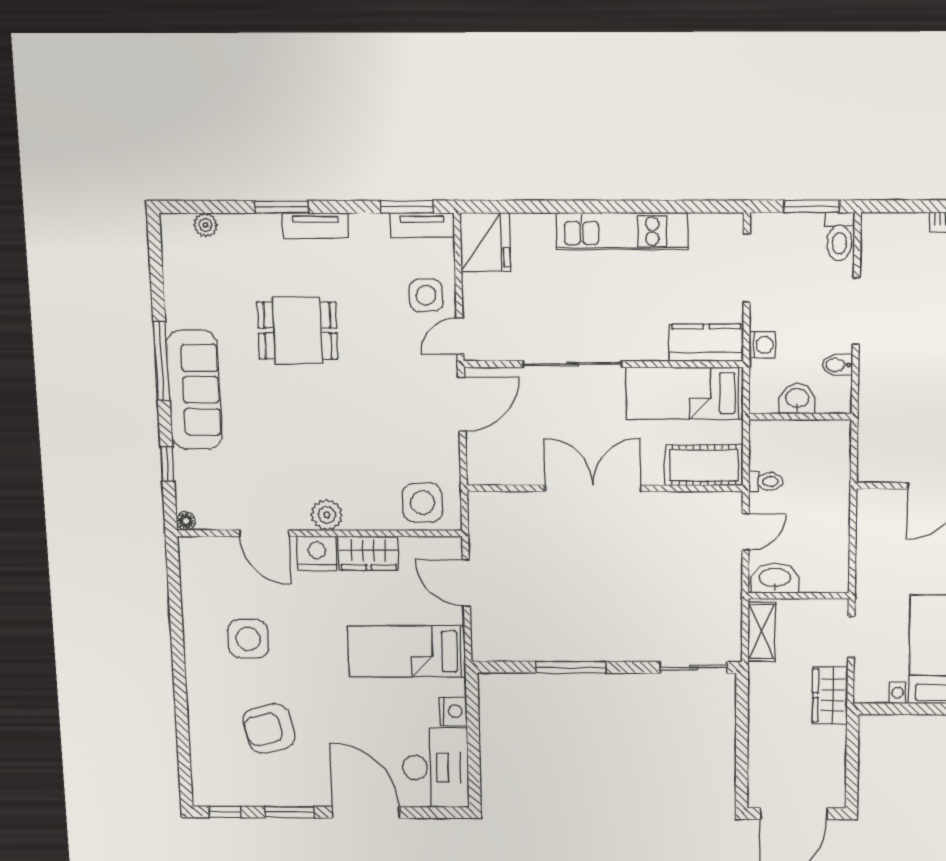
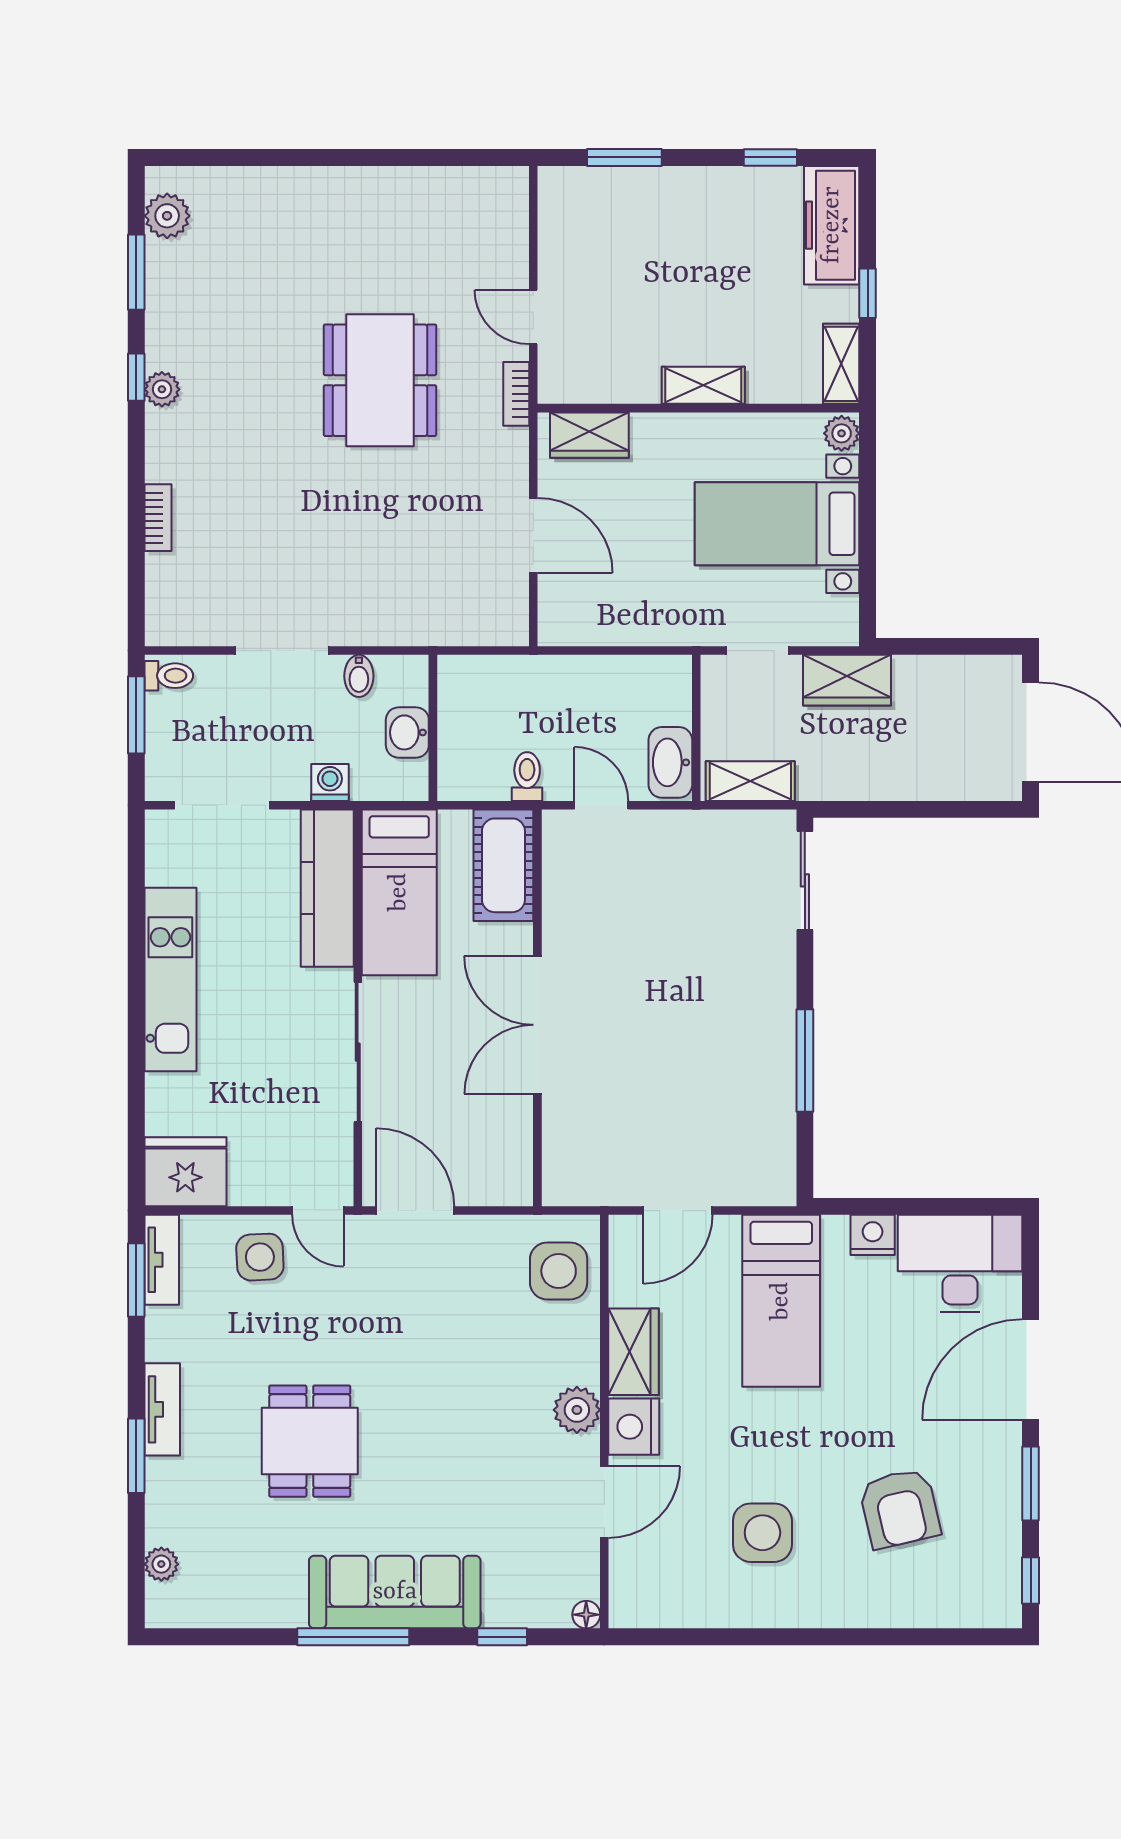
toilet: (839, 237) -> (169, 676), width x0.73, depth x0.72
kitchen counter: (706, 343) -> (327, 888), width x1.50

